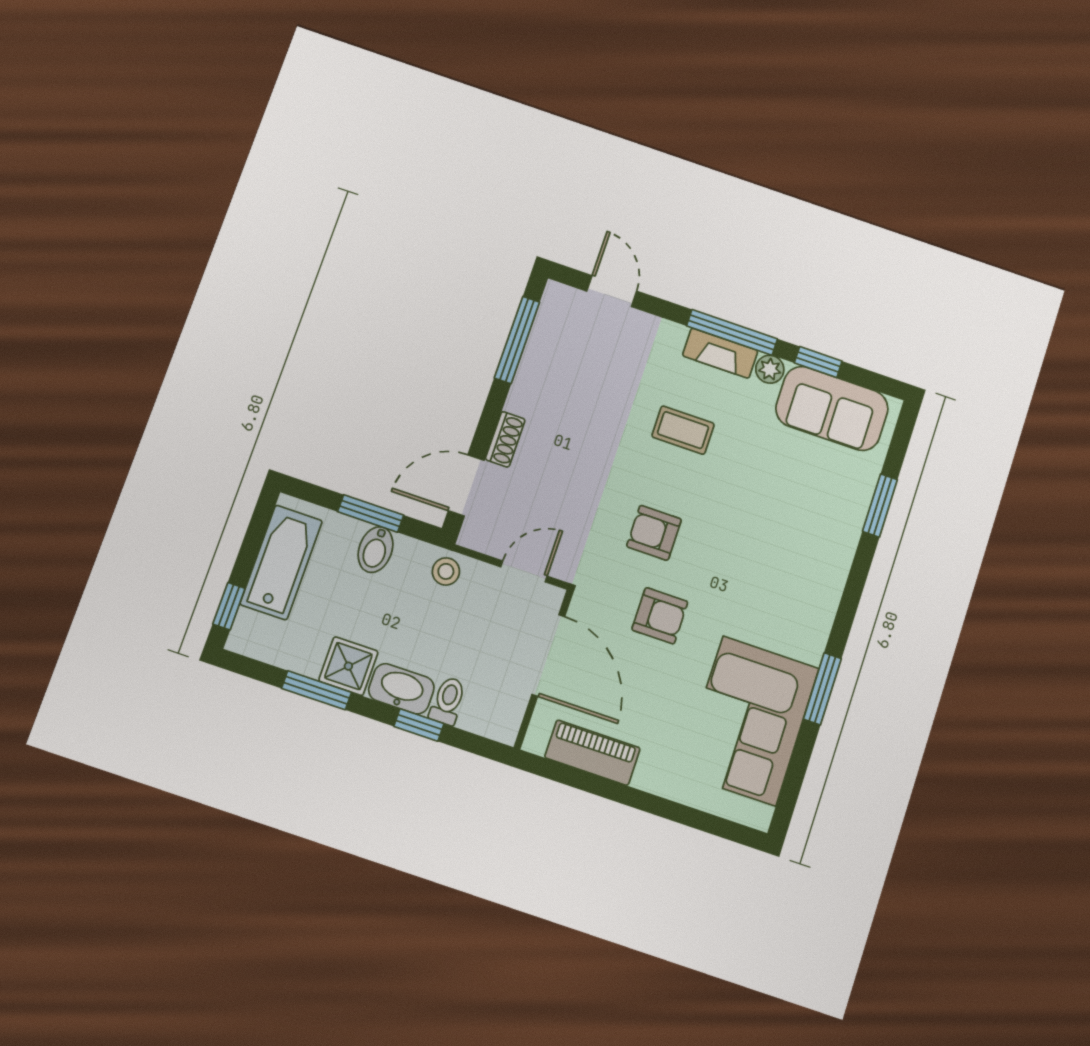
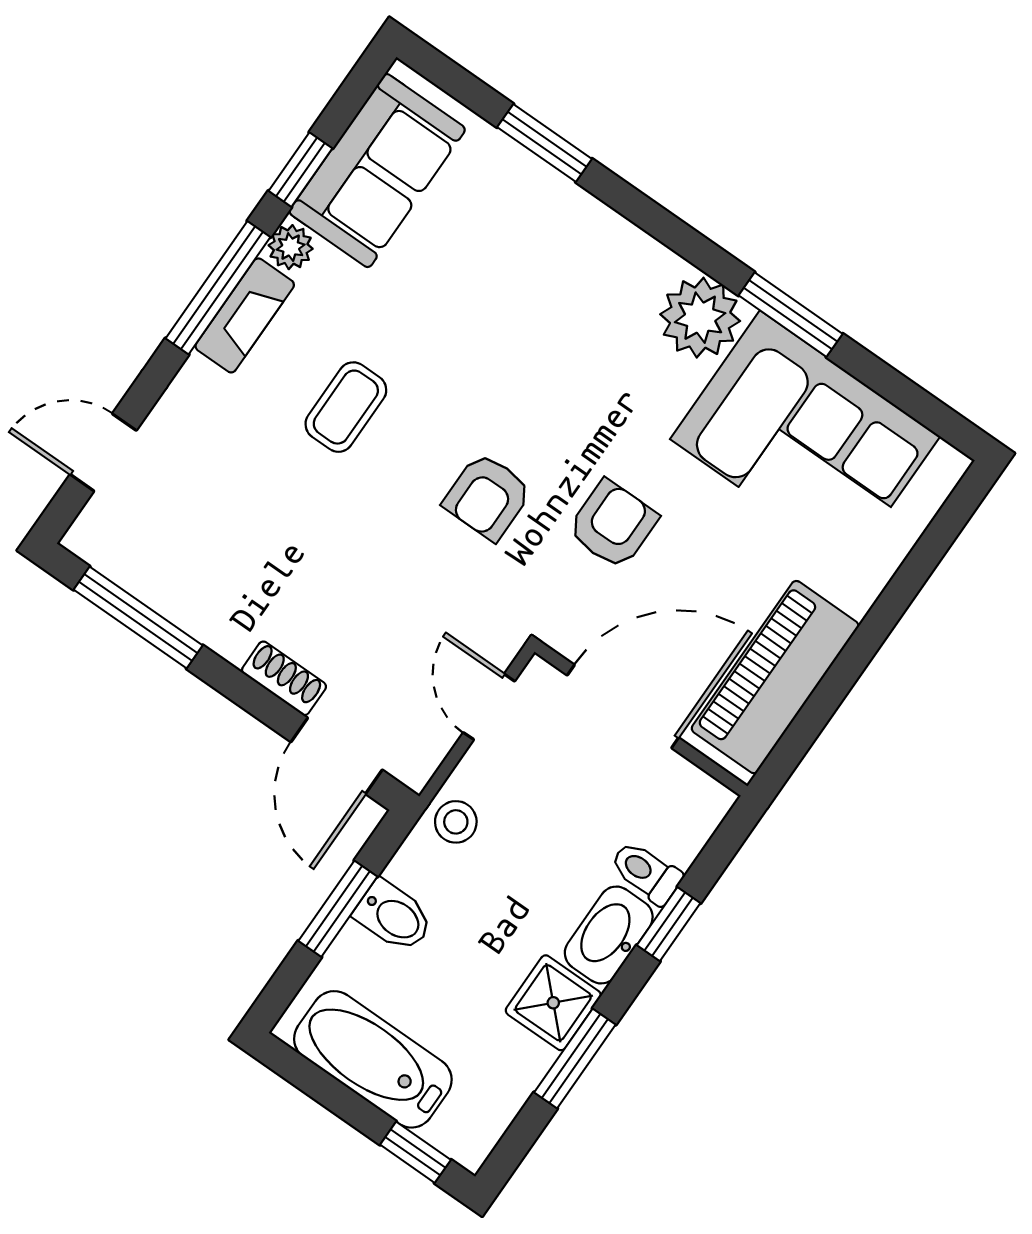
plant: (803, 633) -> (700, 318), added
piano: (592, 753) -> (775, 677), width x1.37, depth x1.33

